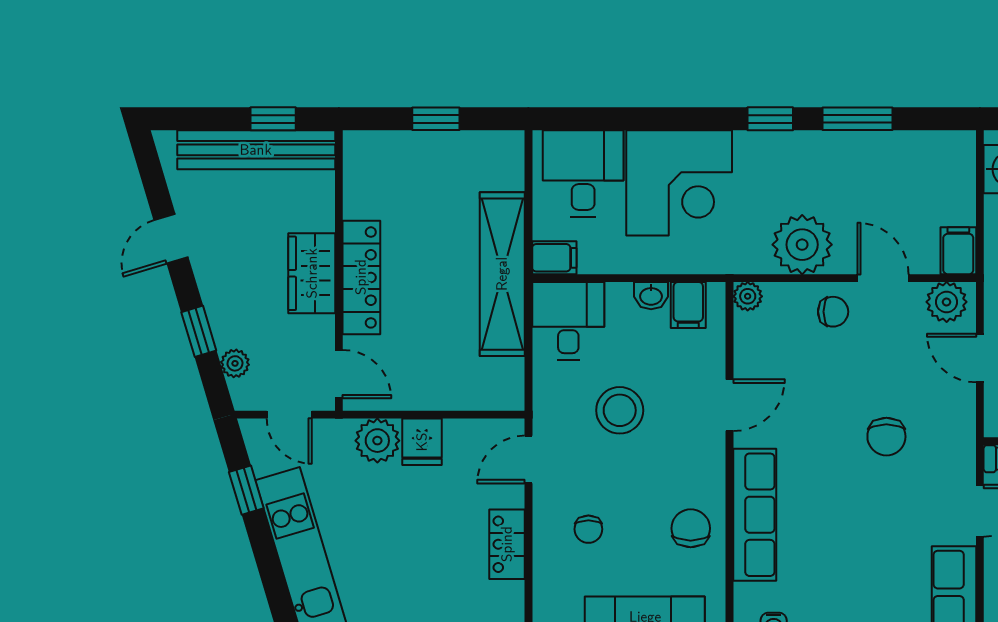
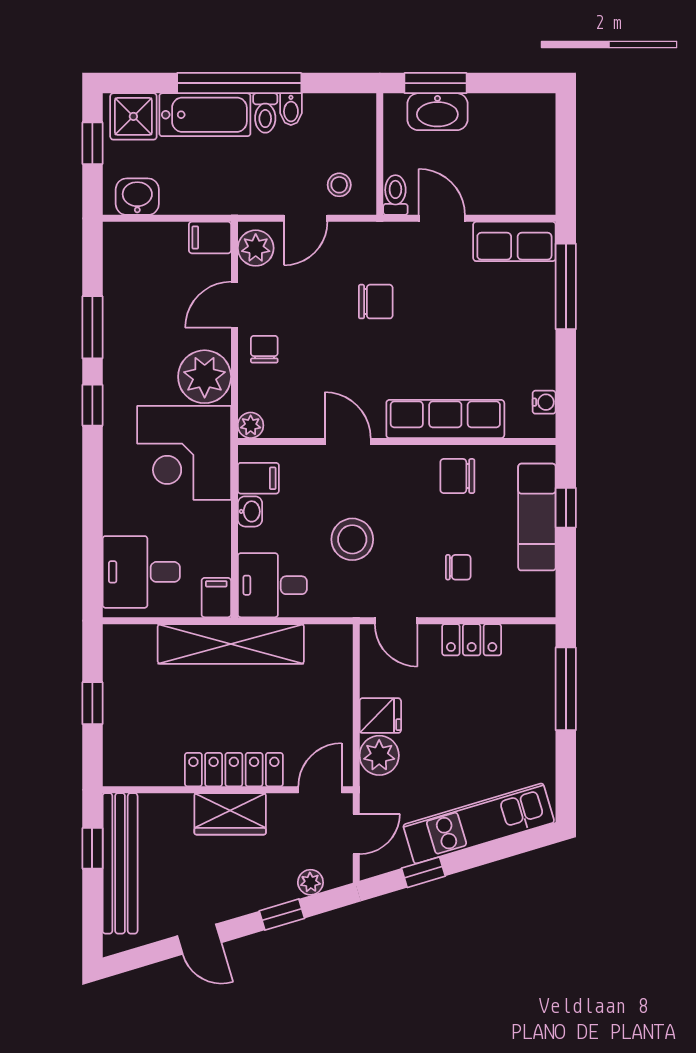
corner desk: (679, 183) -> (184, 453), moved, turned 180

